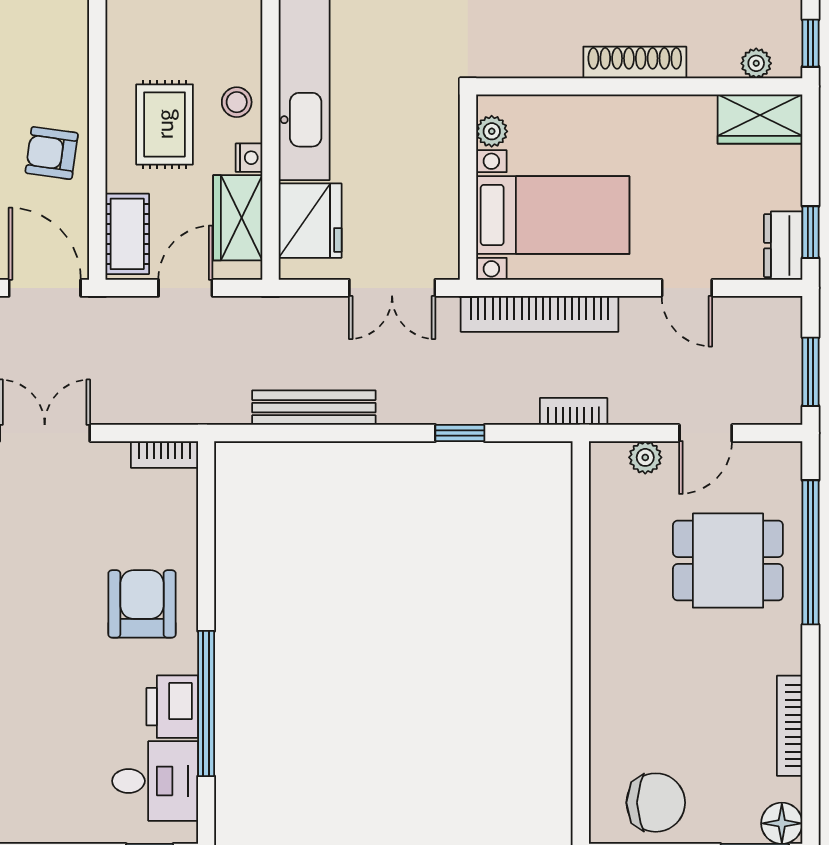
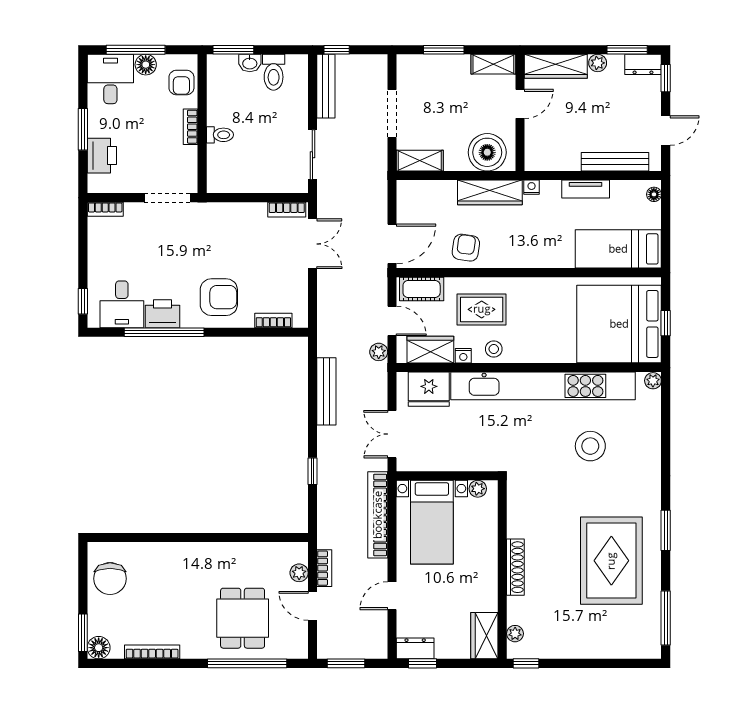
plant: (242, 312) -> (379, 352), added
bookcase: (574, 411) -> (324, 568), moved
bookcase: (164, 454) -> (273, 320), moved, turned 90

